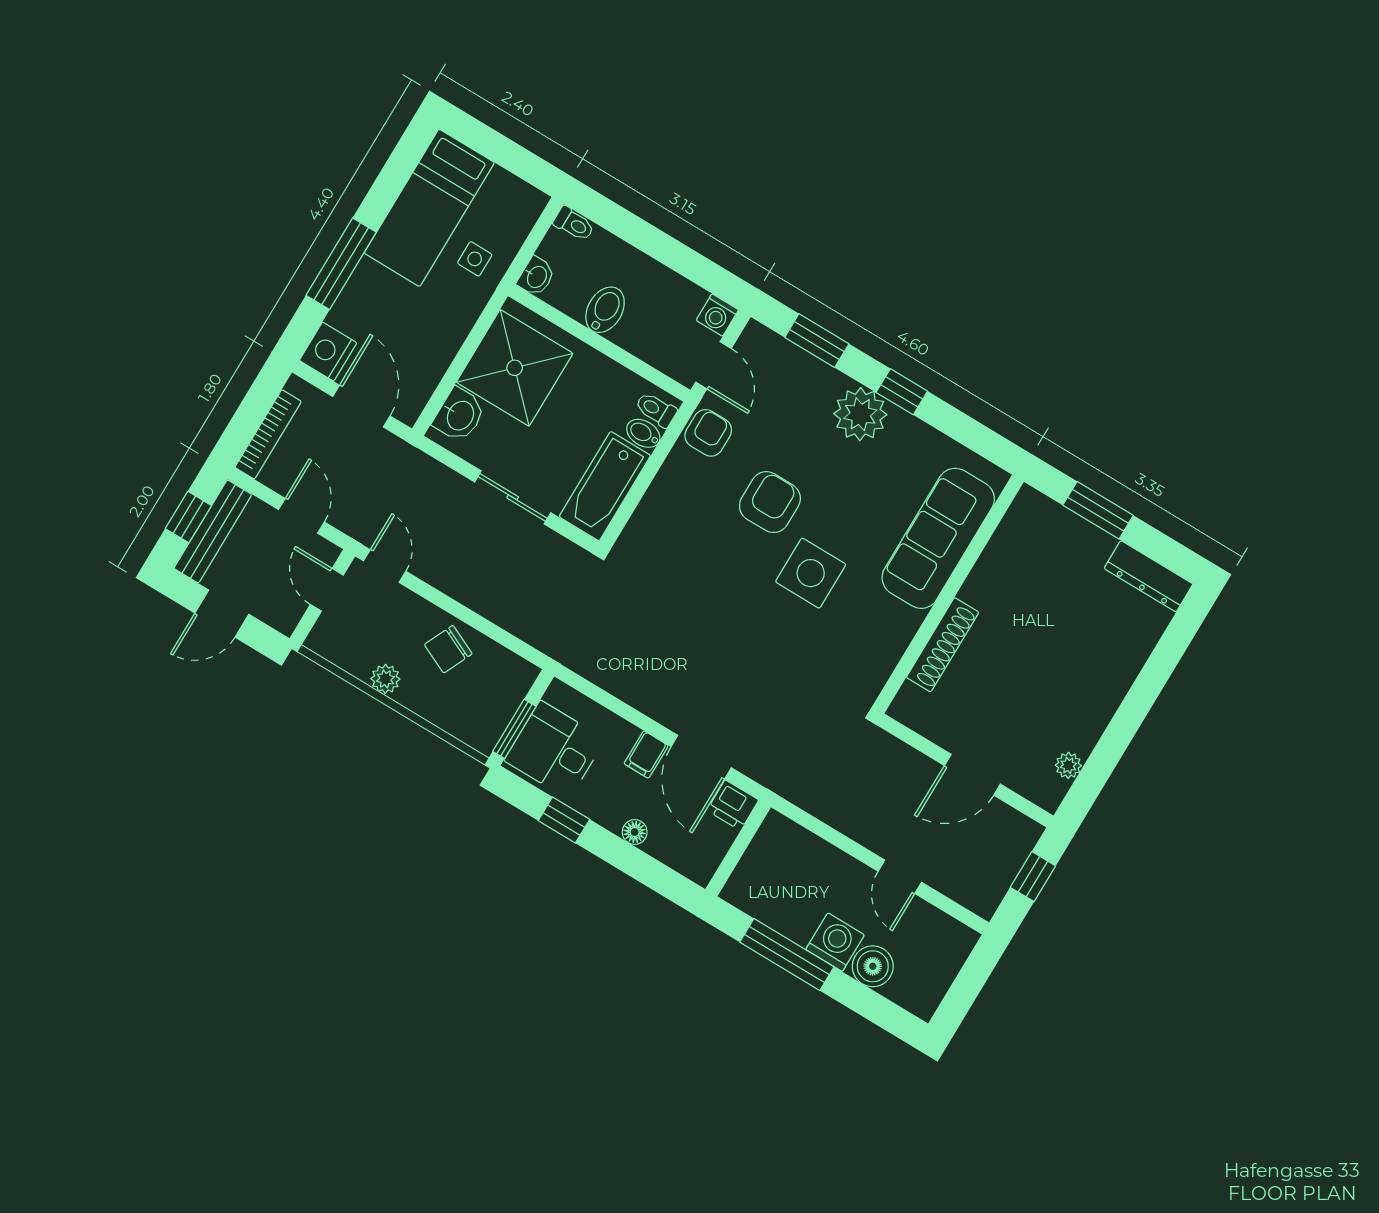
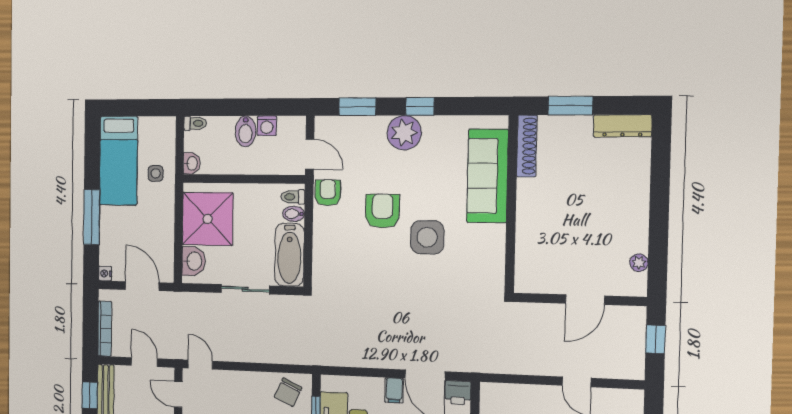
bidet: (605, 310) -> (246, 131), moved, turned 180
washing machine: (717, 315) -> (267, 126), moved
nightstand: (328, 352) -> (105, 274), width x0.53, depth x0.56
shoe rack: (943, 645) -> (527, 146), moved
chair: (448, 649) -> (288, 392), moved

